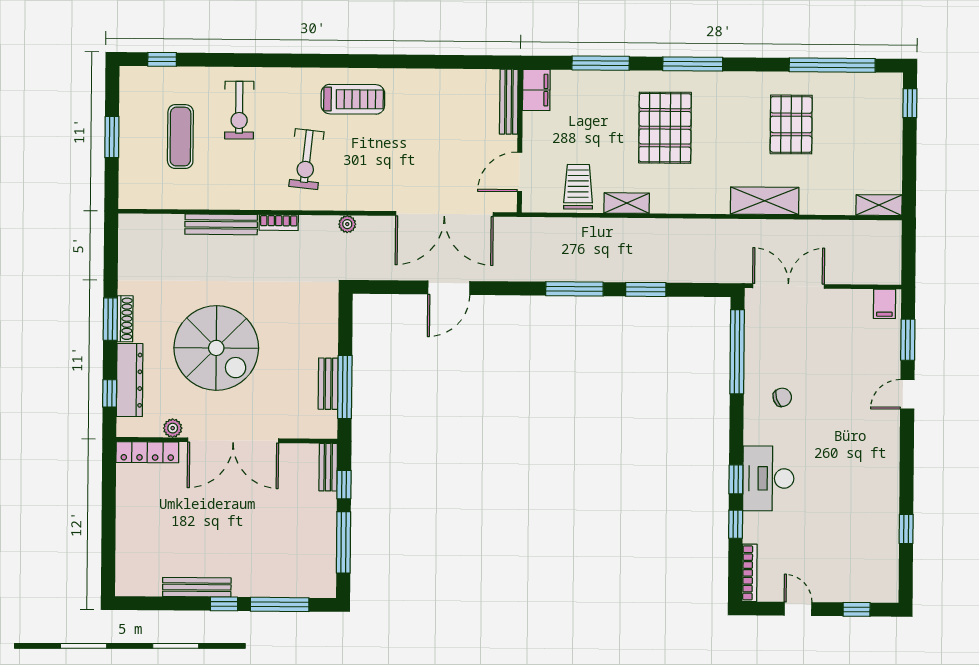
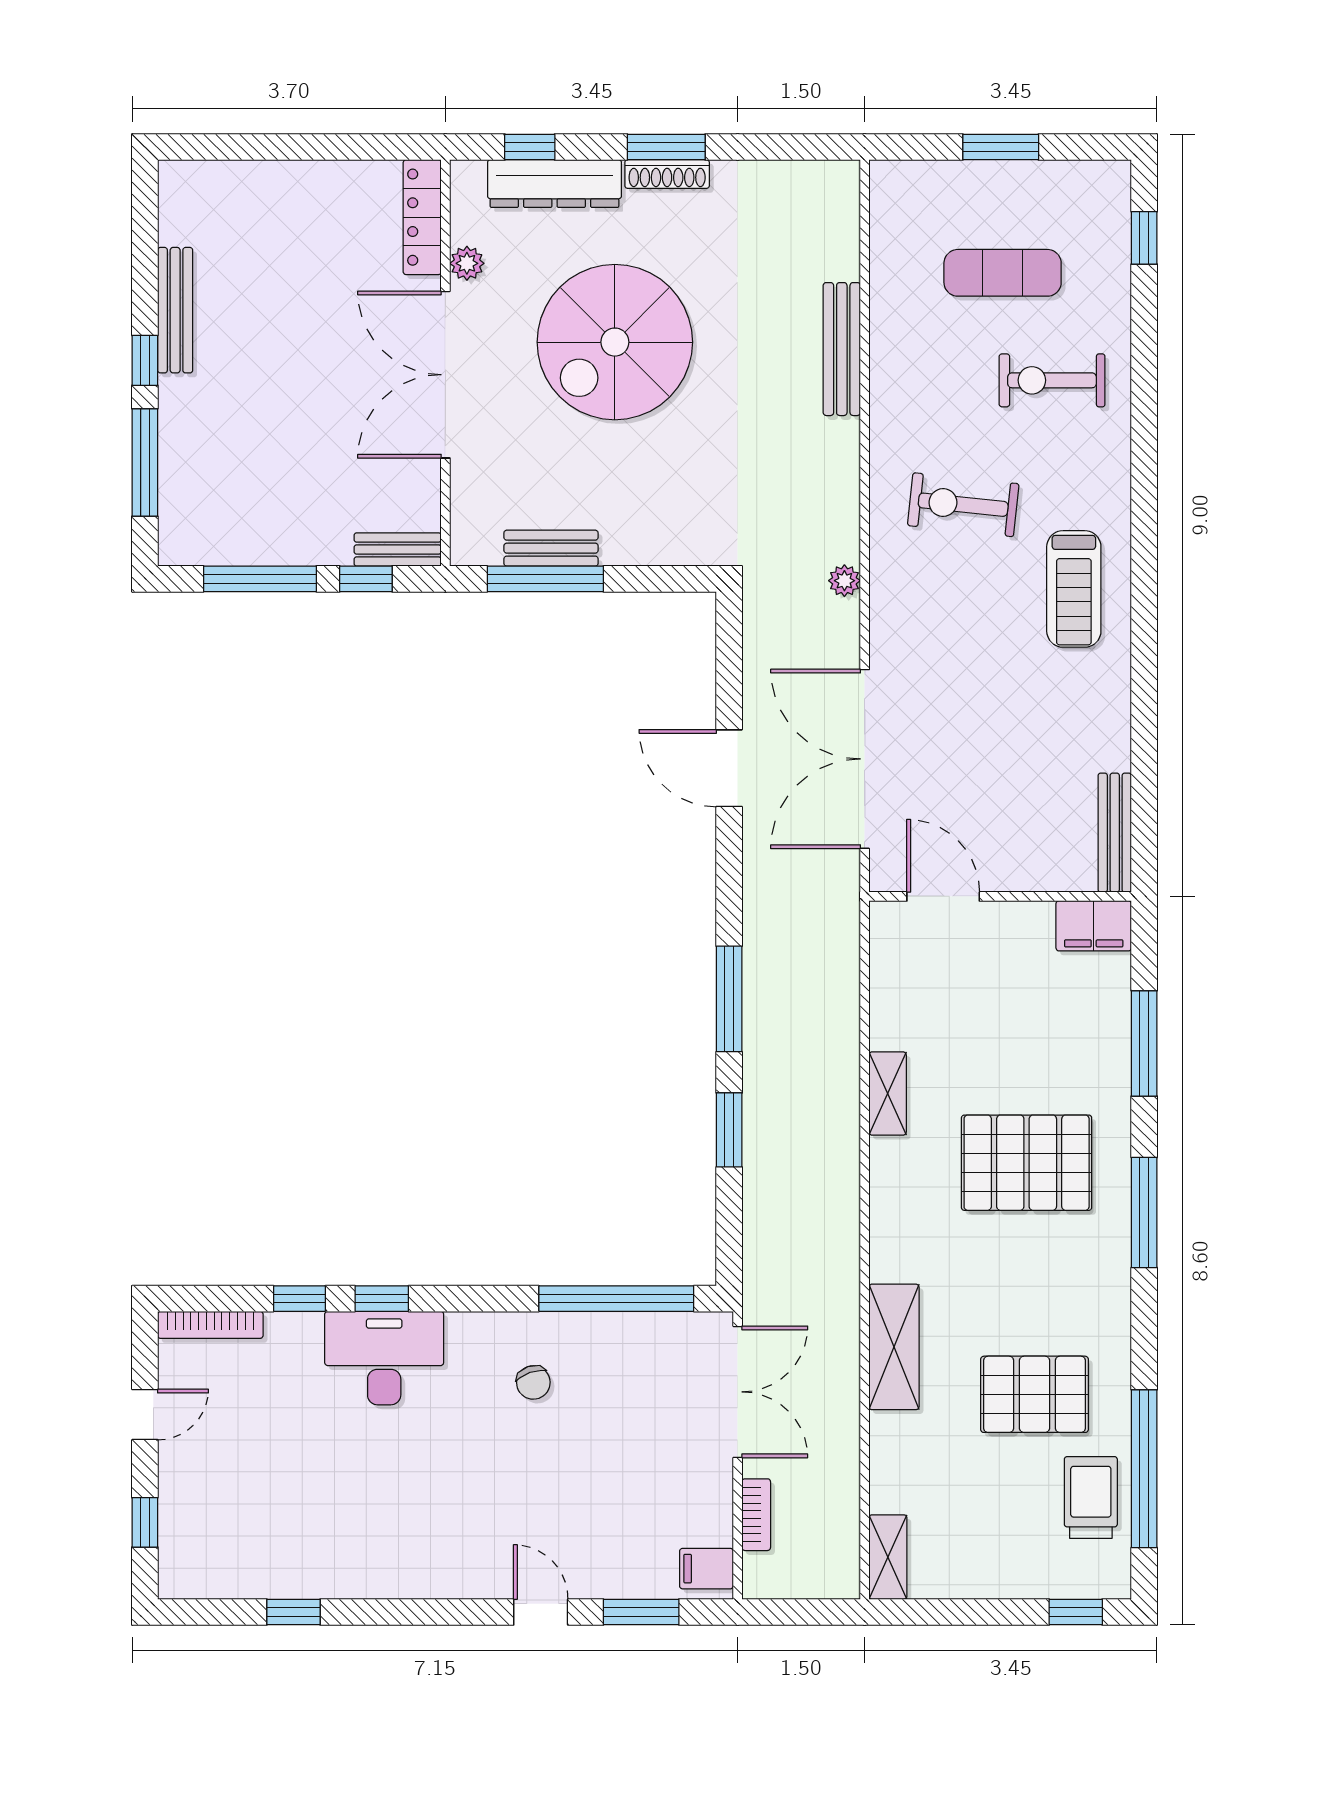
bench: (509, 102) -> (1115, 833), moved, turned 90
trolley: (578, 187) -> (1091, 1497), moved, turned -90
bookcase: (279, 223) -> (756, 1515), moved, turned 180

